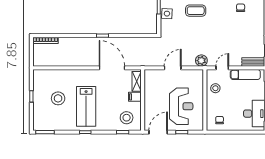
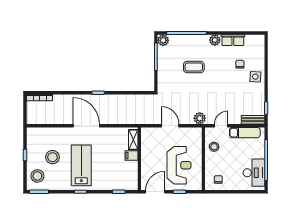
side table: (167, 14) -> (255, 77), moved
door: (112, 68) -> (86, 126), moved
door: (173, 68) -> (170, 126), hinge flipped
lab bench: (86, 106) -> (81, 165), turned 180
stool: (127, 118) -> (37, 176), moved

